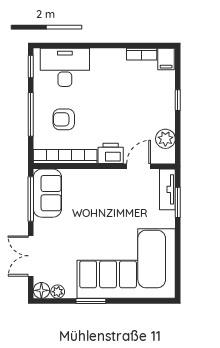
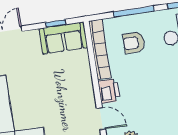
armchair: (64, 119) -> (134, 43), turned -90
window: (31, 199) -> (56, 23), width x0.46

